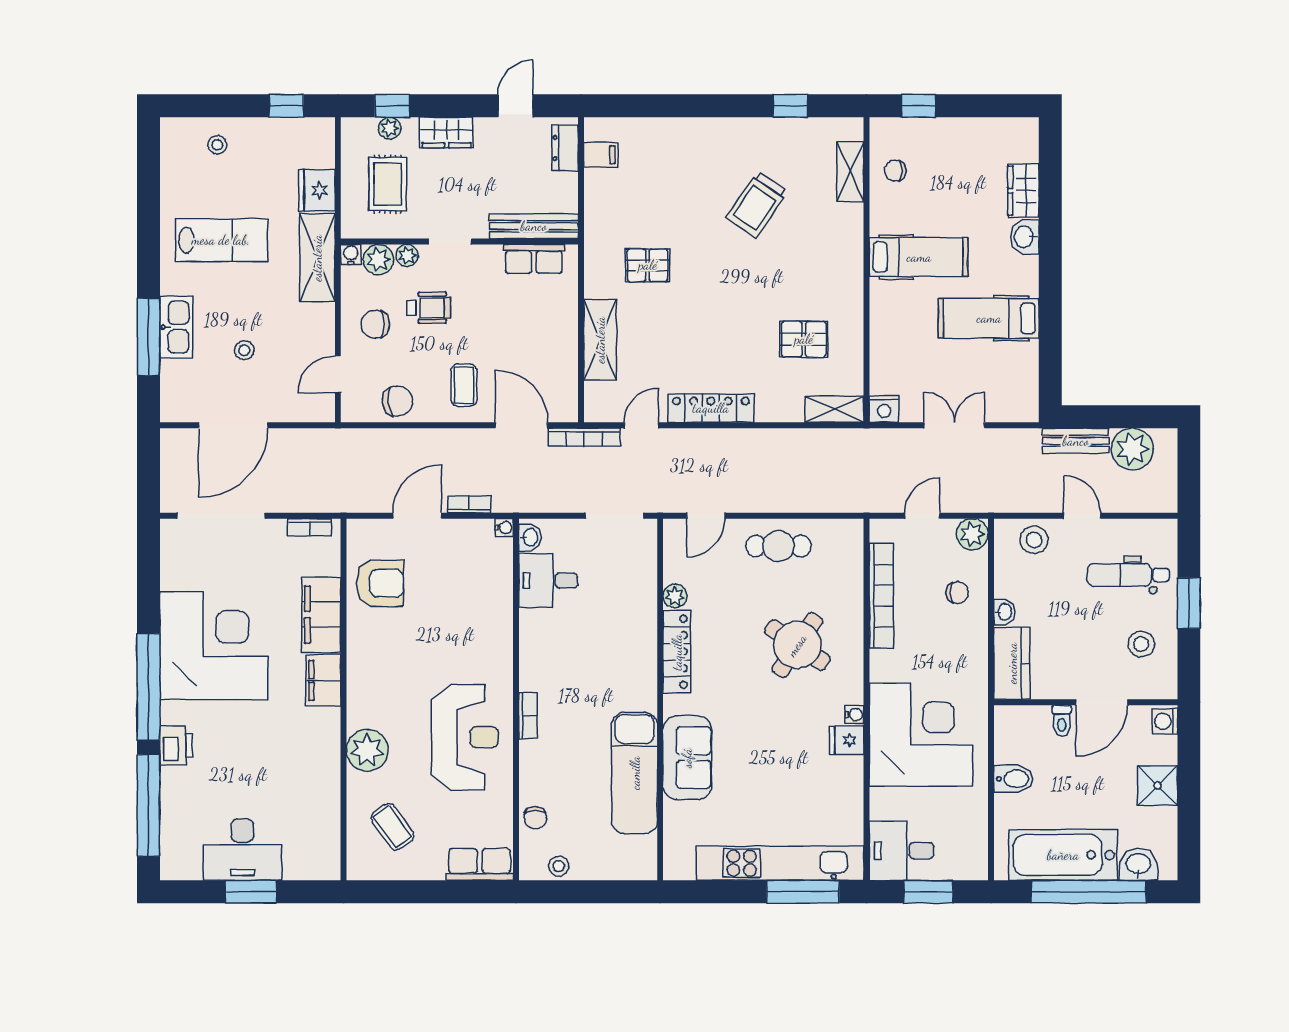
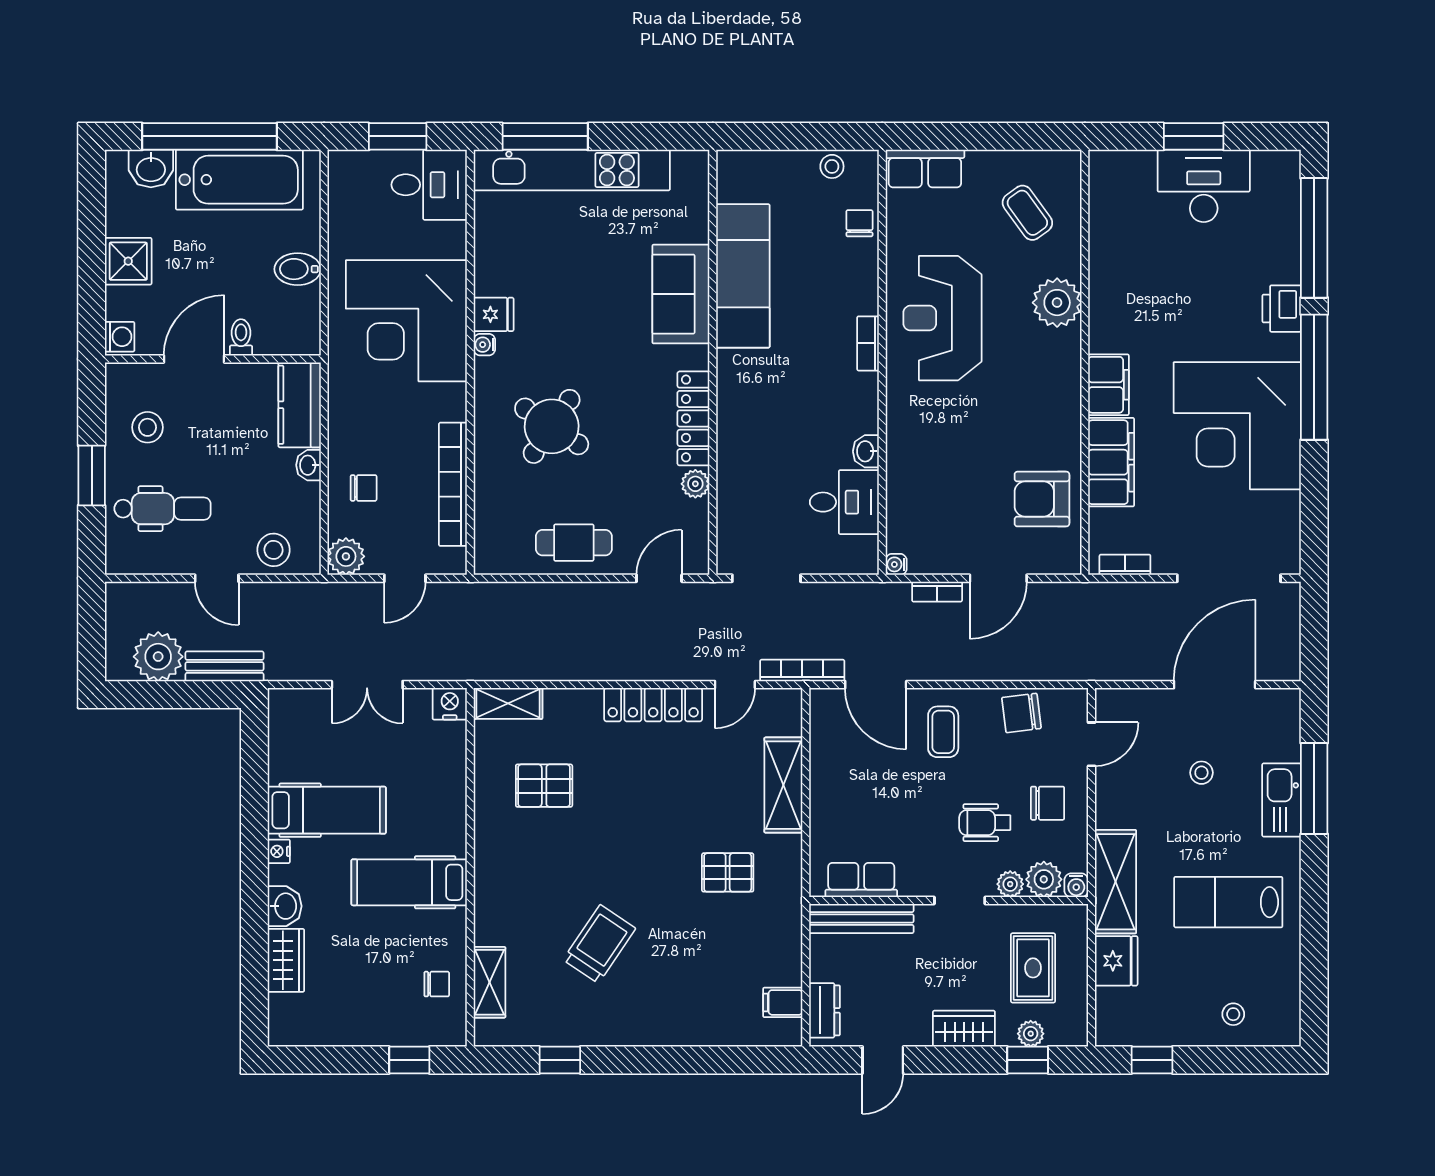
nightstand: (1030, 283) -> (279, 851), added
washbasin: (530, 537) -> (866, 451), moved
chair: (957, 593) -> (364, 488), turned 180

